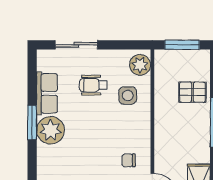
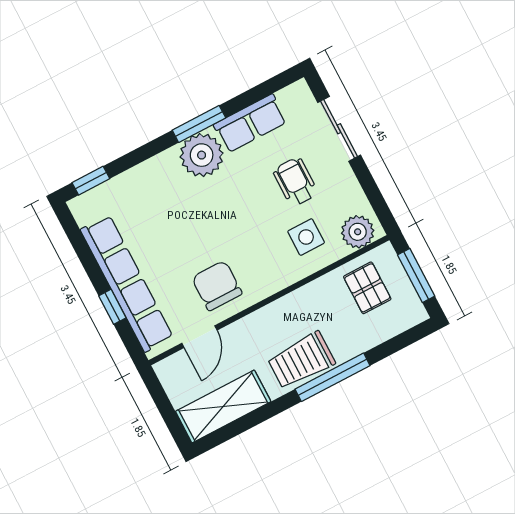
pallet: (192, 92) -> (367, 288), moved
trolley: (196, 135) -> (301, 360), added
chair: (129, 160) -> (217, 286), width x1.87, depth x1.87

